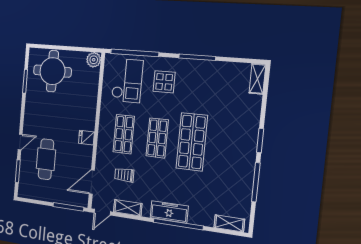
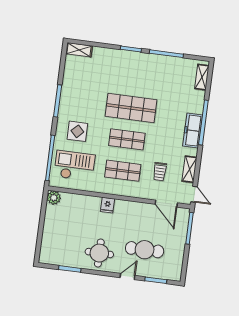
round table: (52, 71) -> (99, 253), moved, width x0.73, depth x0.73
fridge: (86, 138) -> (108, 205), moved
door: (20, 142) -> (128, 277), hinge flipped

